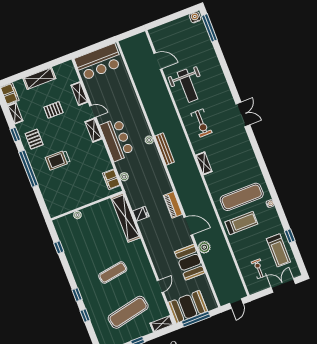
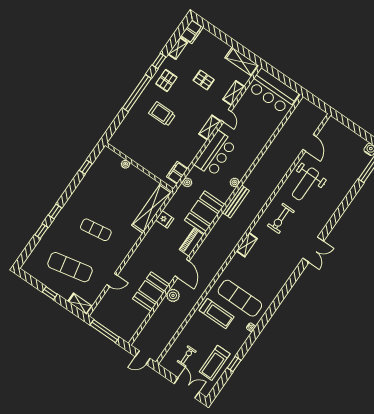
shelving: (39, 78) -> (242, 62), moved
booth: (188, 307) -> (205, 212), moved, turned 90

